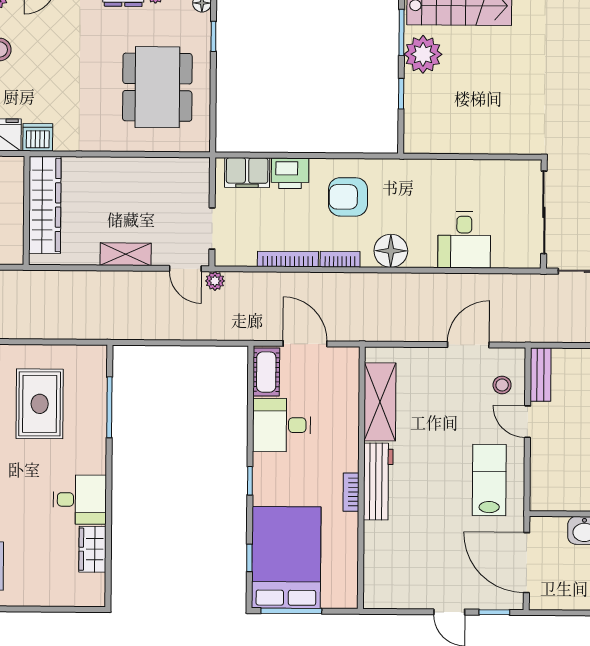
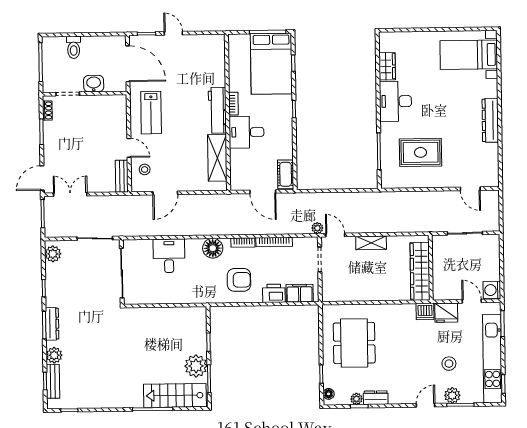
rug: (40, 404) -> (421, 152), turned 90
desk: (282, 425) -> (247, 132), moved, turned 180
desk: (80, 500) -> (395, 101), width x1.37

